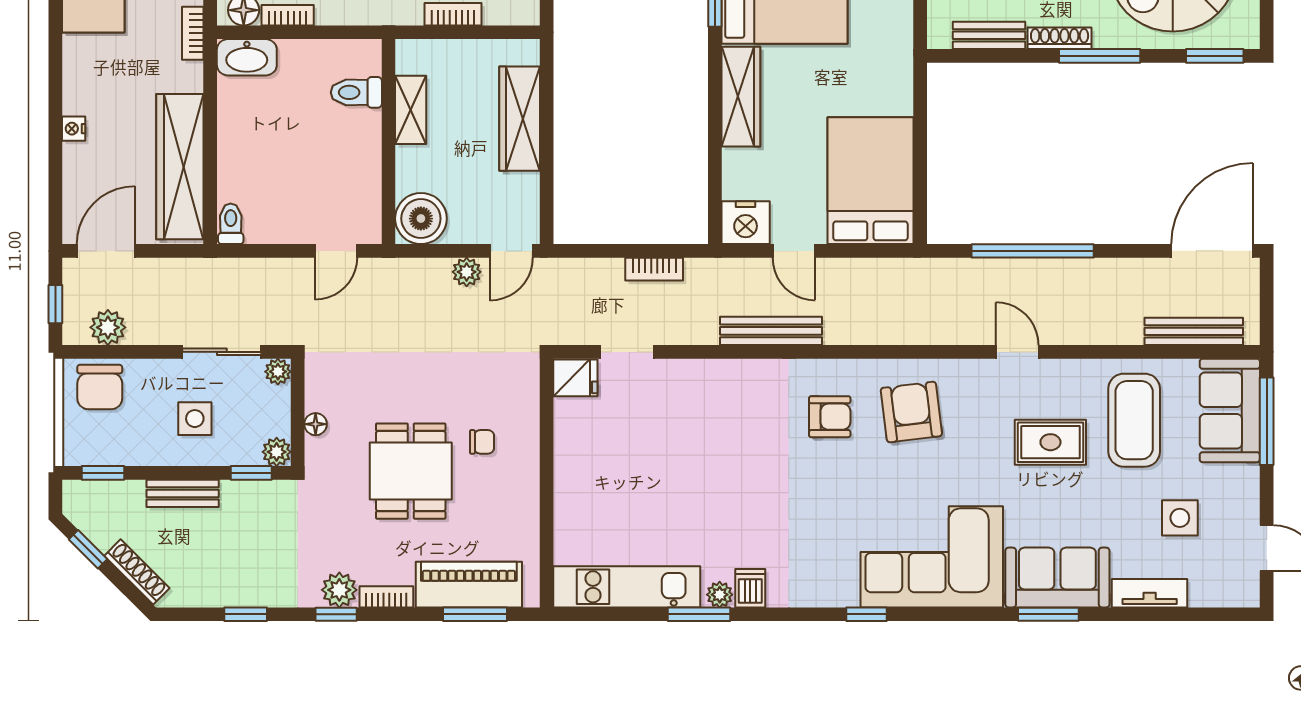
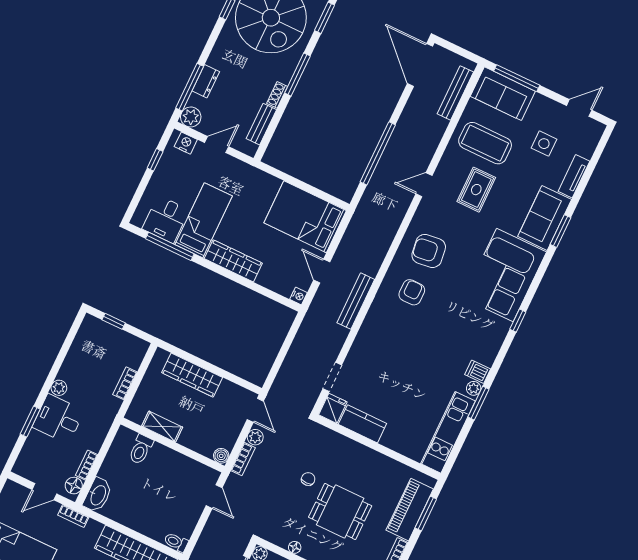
shoe rack: (1060, 38) -> (277, 95), width x0.70
boiler: (421, 219) -> (221, 456), width x0.54, depth x0.54
nightstand: (746, 223) -> (298, 296), width x0.53, depth x0.56
door: (794, 251) -> (322, 271), swing flipped
bookcase: (654, 269) -> (243, 459), moved
kitchen counter: (573, 439) -> (362, 424), added
chair: (482, 442) -> (308, 479), moved

